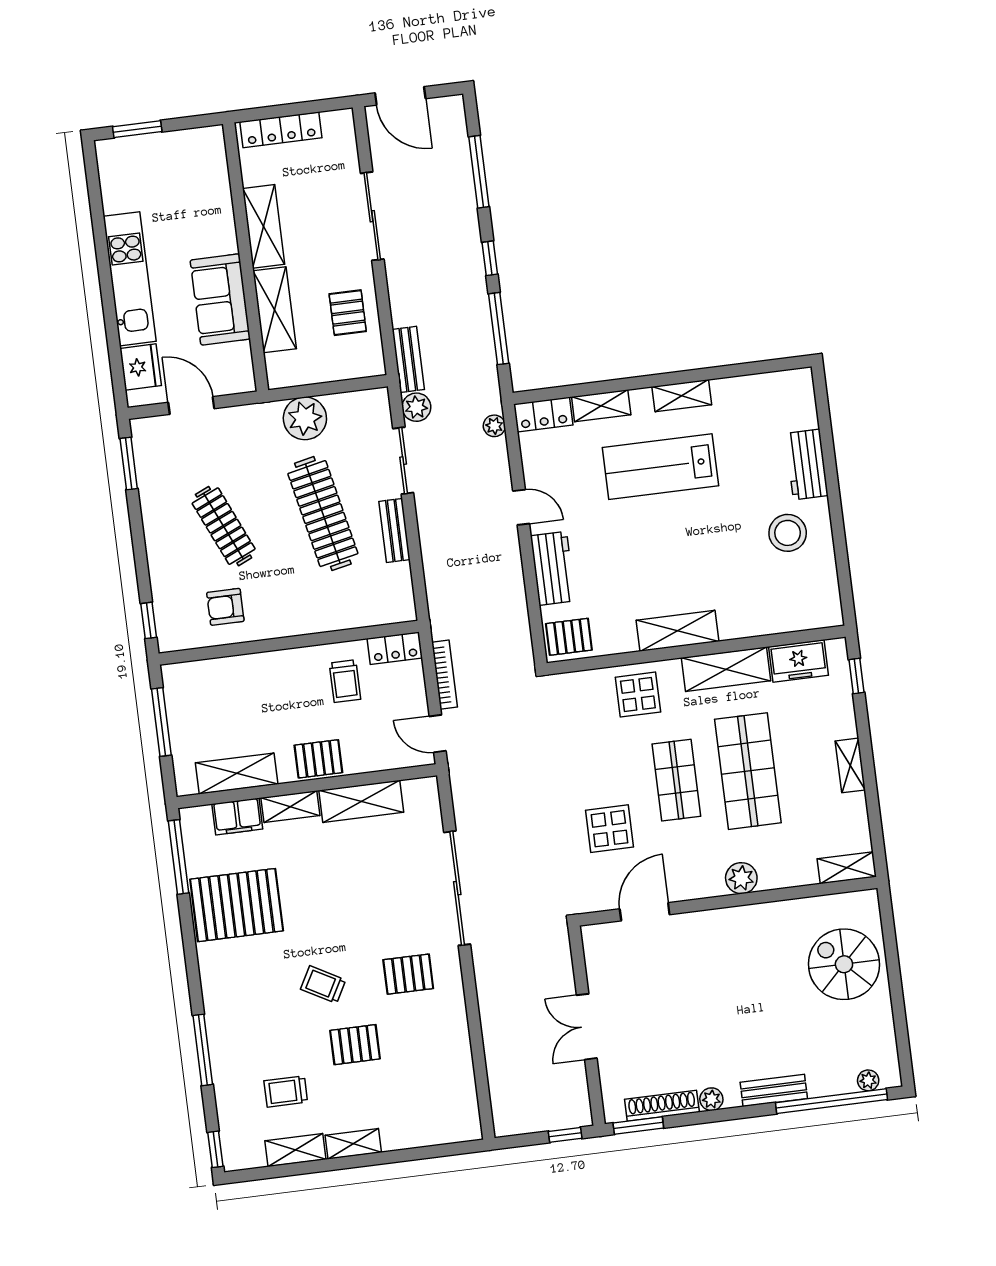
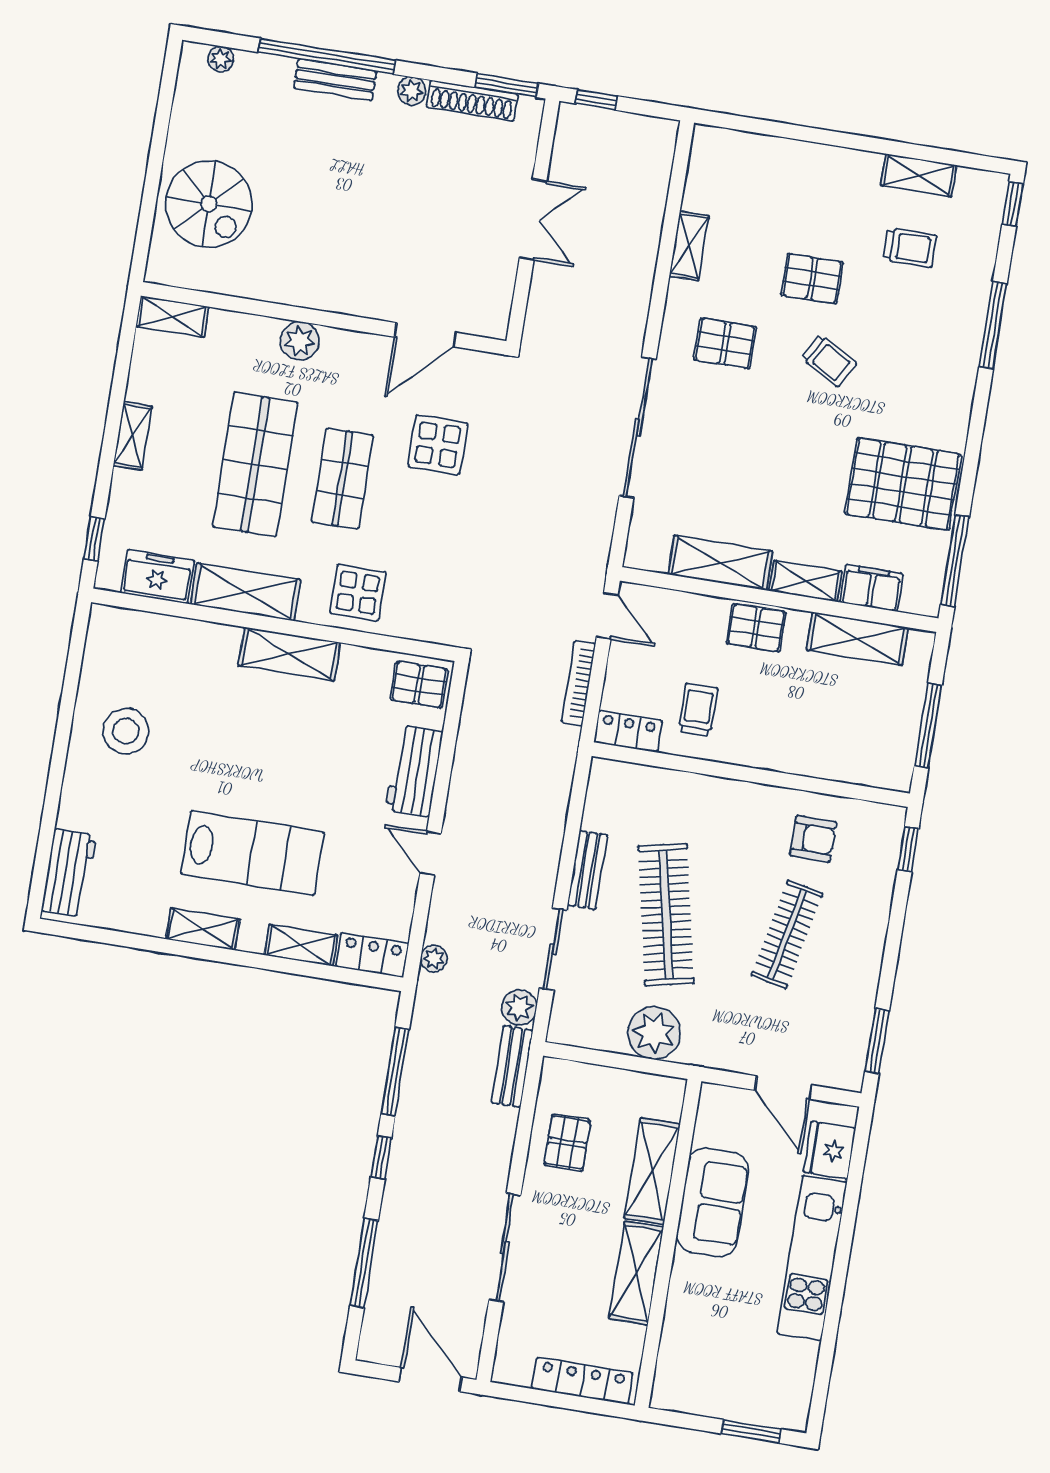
workbench: (807, 464) -> (69, 873), moved
clothes rail: (224, 526) -> (787, 934), turned 36
window: (831, 1101) -> (327, 56), moved
shelving: (353, 1144) -> (689, 246), moved, turned 90

